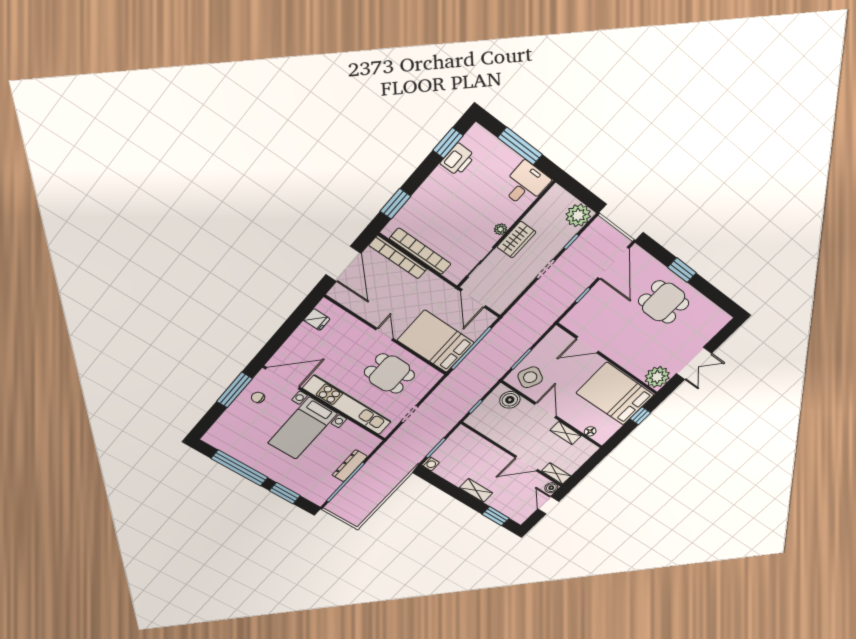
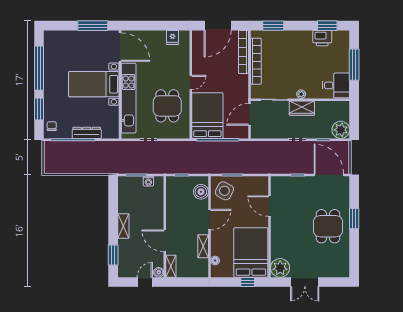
door: (613, 263) -> (329, 175), swing flipped
chair: (258, 397) -> (52, 126), moved
washing machine: (430, 464) -> (148, 181), moved

